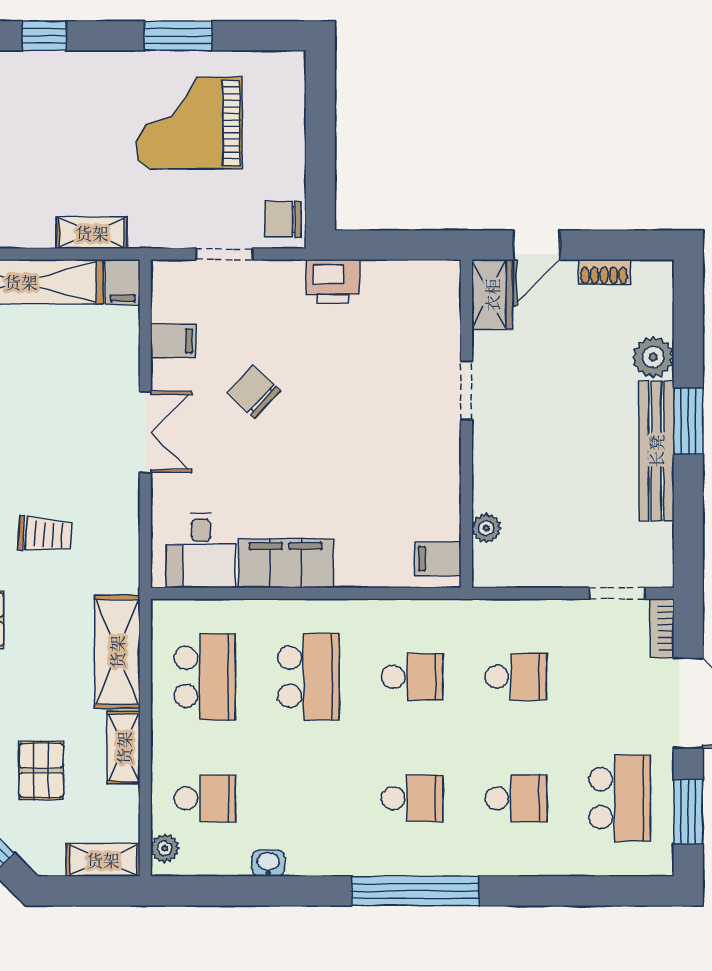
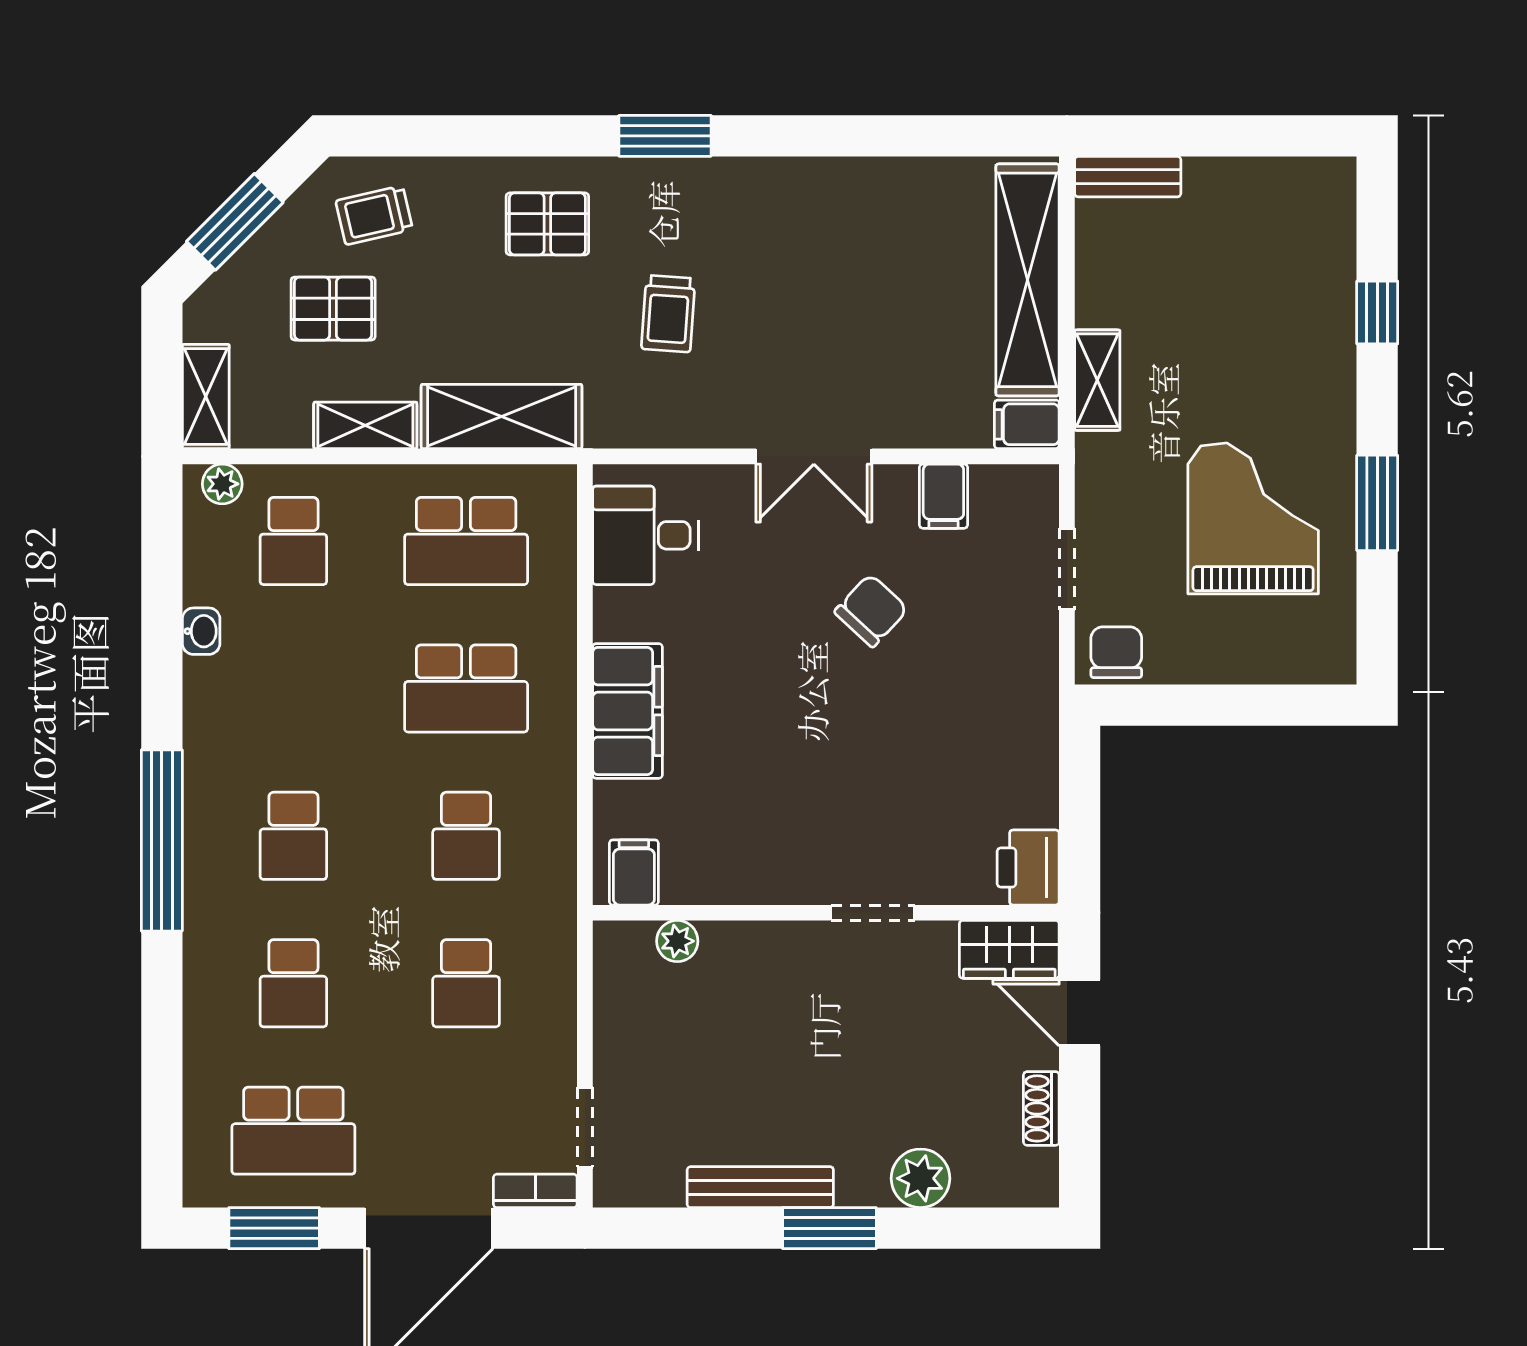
printer: (333, 281) -> (1028, 868), moved
bench: (656, 451) -> (760, 1187), width x0.73, depth x0.82
filing cabinet: (286, 563) -> (627, 711), moved

